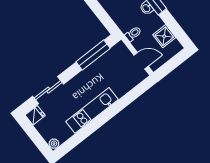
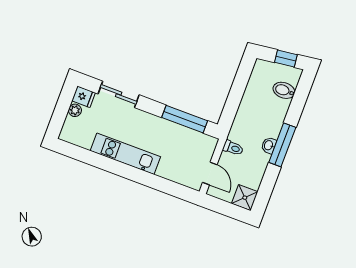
shower: (164, 36) -> (245, 198), moved
plant: (54, 144) -> (75, 110), moved

